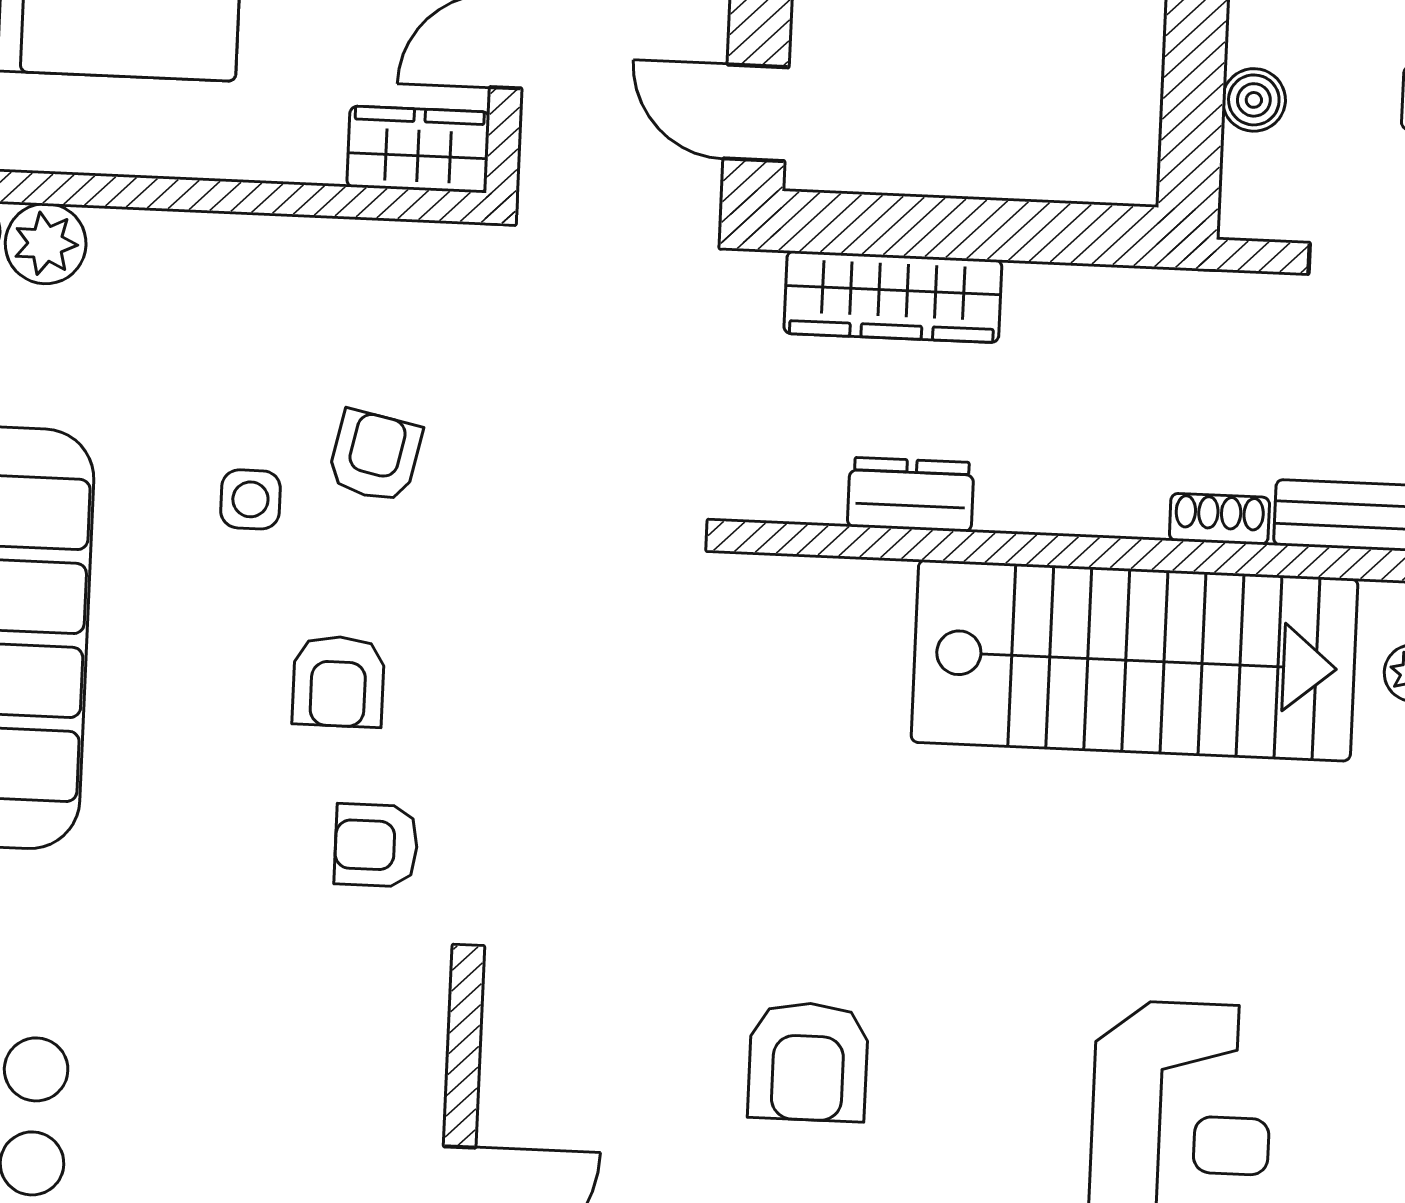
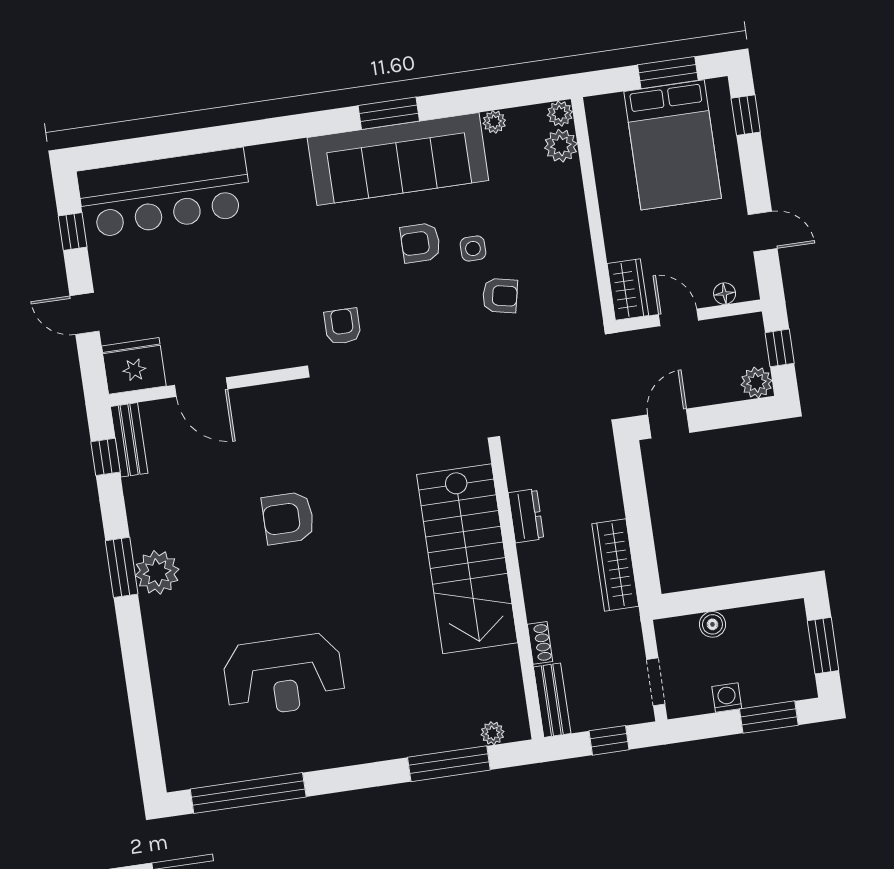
wardrobe: (893, 297) -> (615, 565), moved
stairs: (1134, 660) -> (467, 559), moved
armchair: (338, 681) -> (420, 243), moved

